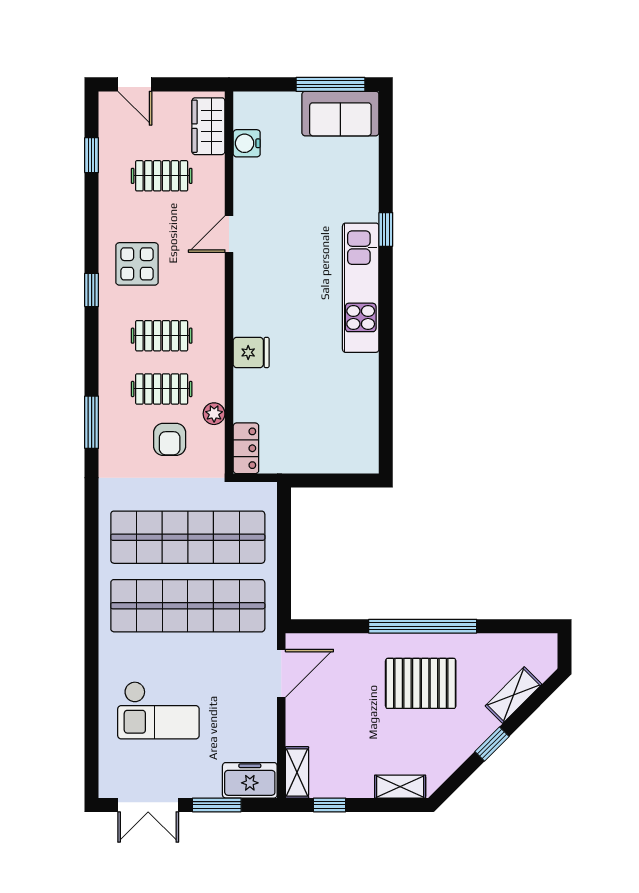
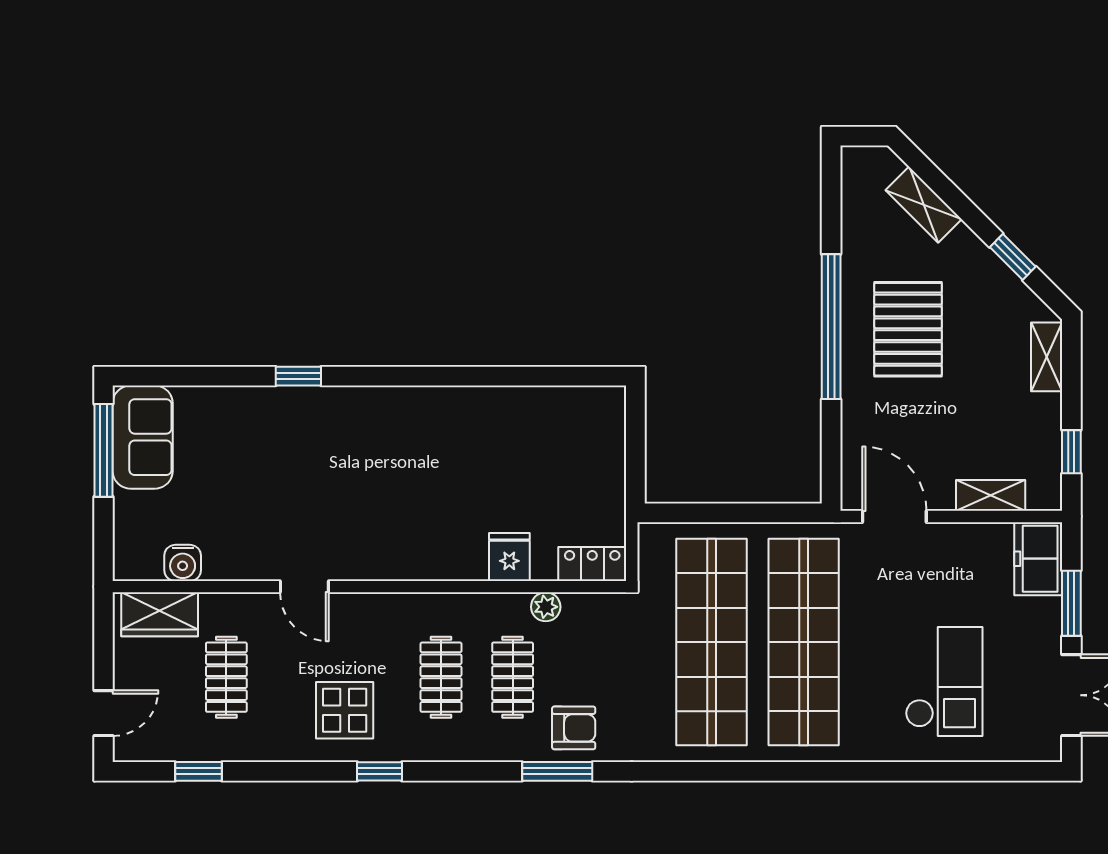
kitchen unit: (361, 288) -> (377, 410), removed
fridge: (251, 352) -> (509, 557), moved
armchair: (170, 439) -> (574, 728), moved
window: (492, 744) -> (1013, 257), moved
shelving: (297, 772) -> (991, 495), moved

